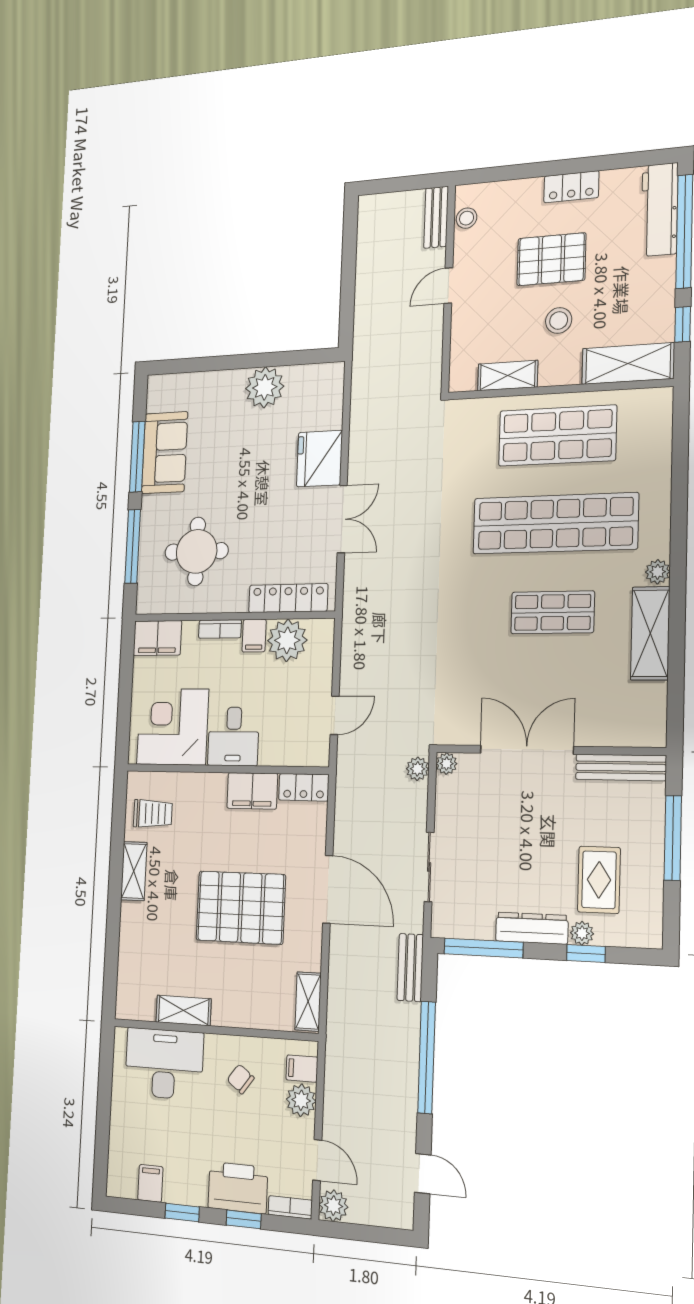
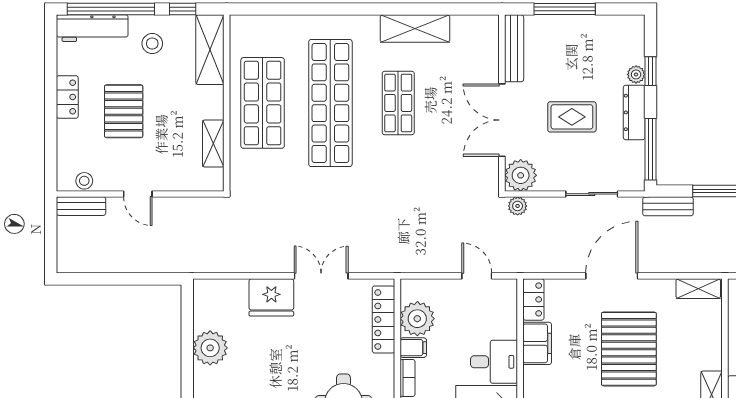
stool: (559, 320) -> (152, 44), moved
plant: (658, 572) -> (369, 24), removed
plant: (447, 764) -> (521, 175), width x1.88, depth x1.88
rug: (599, 880) -> (572, 117), moved

